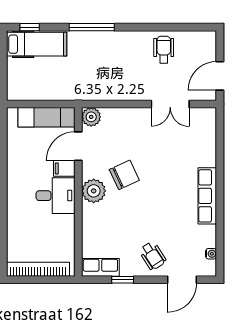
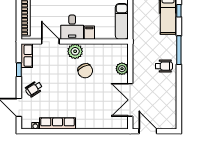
wheelchair: (164, 50) -> (164, 66), moved
double door: (170, 104) -> (130, 100), width x1.37
plant: (91, 117) -> (122, 69), moved
door: (78, 146) -> (50, 42), moved
row of seats: (207, 196) -> (58, 123), moved

